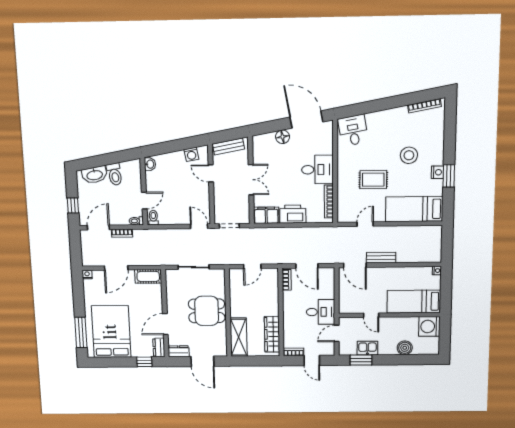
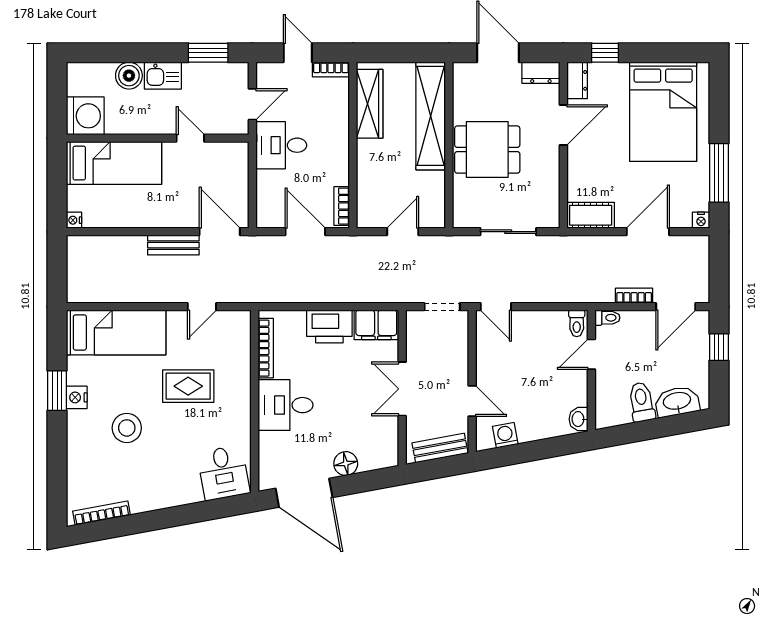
window: (81, 333) -> (719, 173), moved
shelving: (239, 337) -> (431, 116), width x1.47
kitchen sink: (367, 348) -> (163, 76), moved

